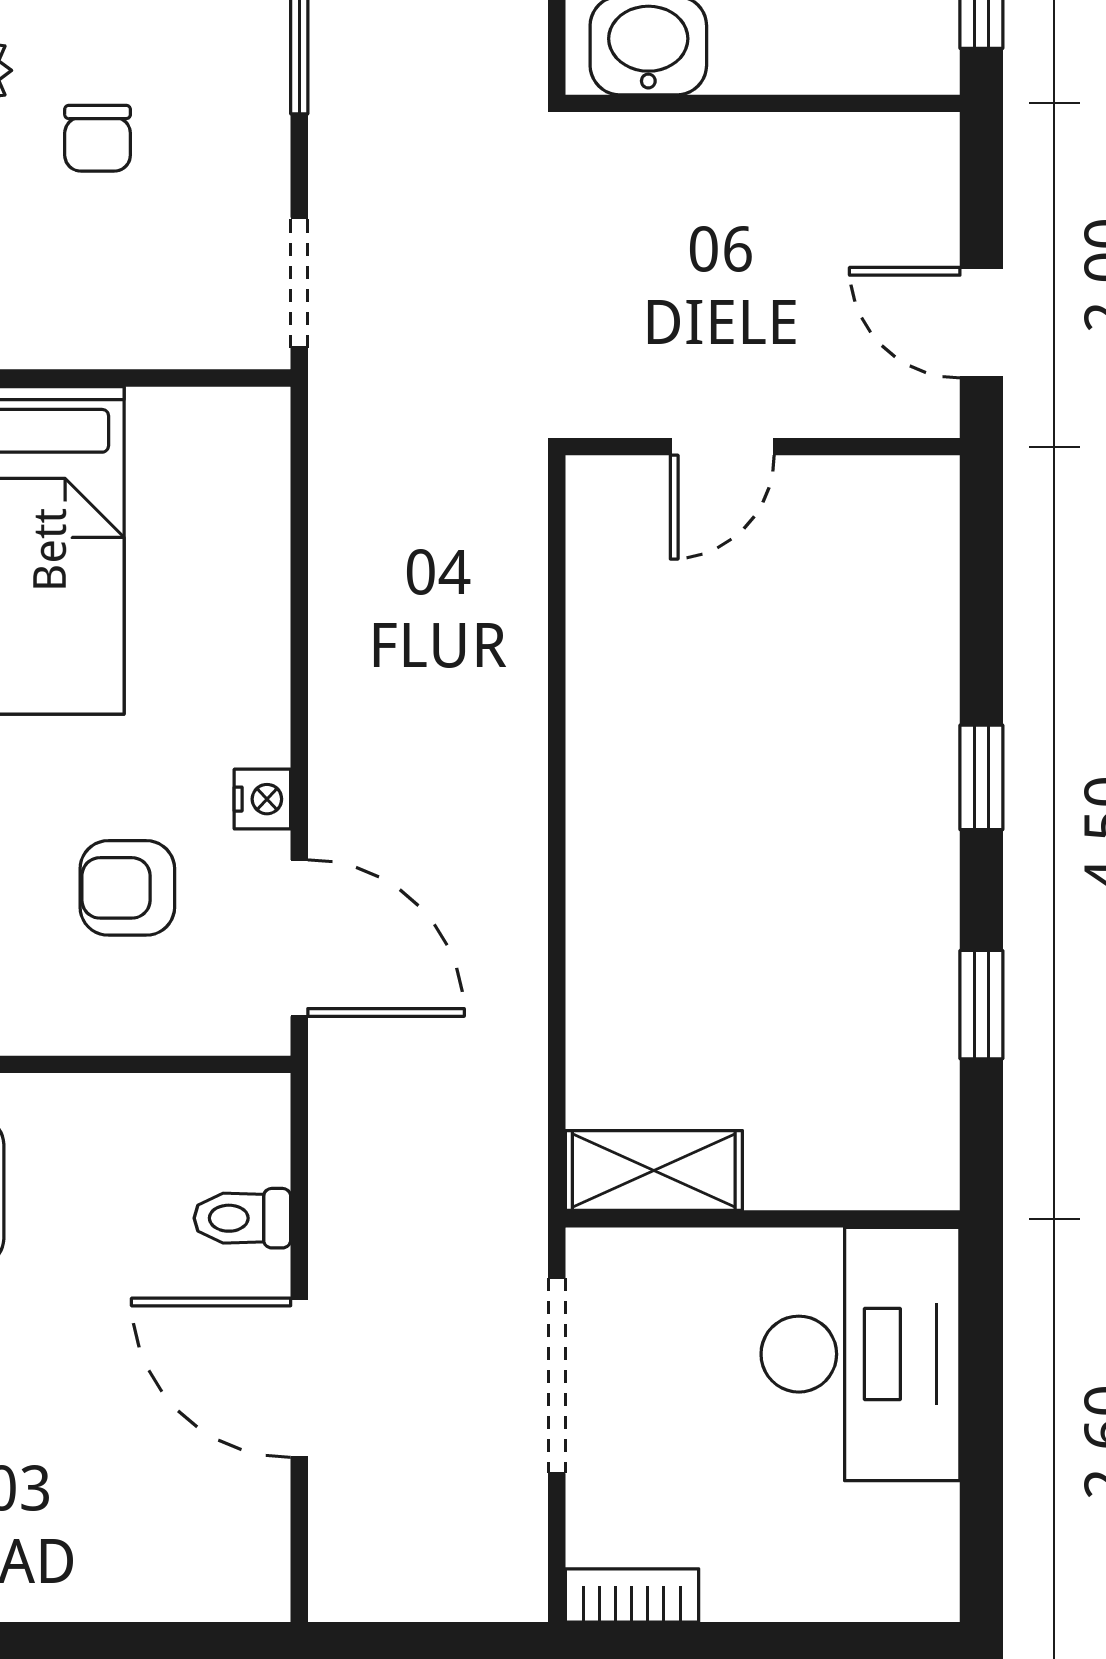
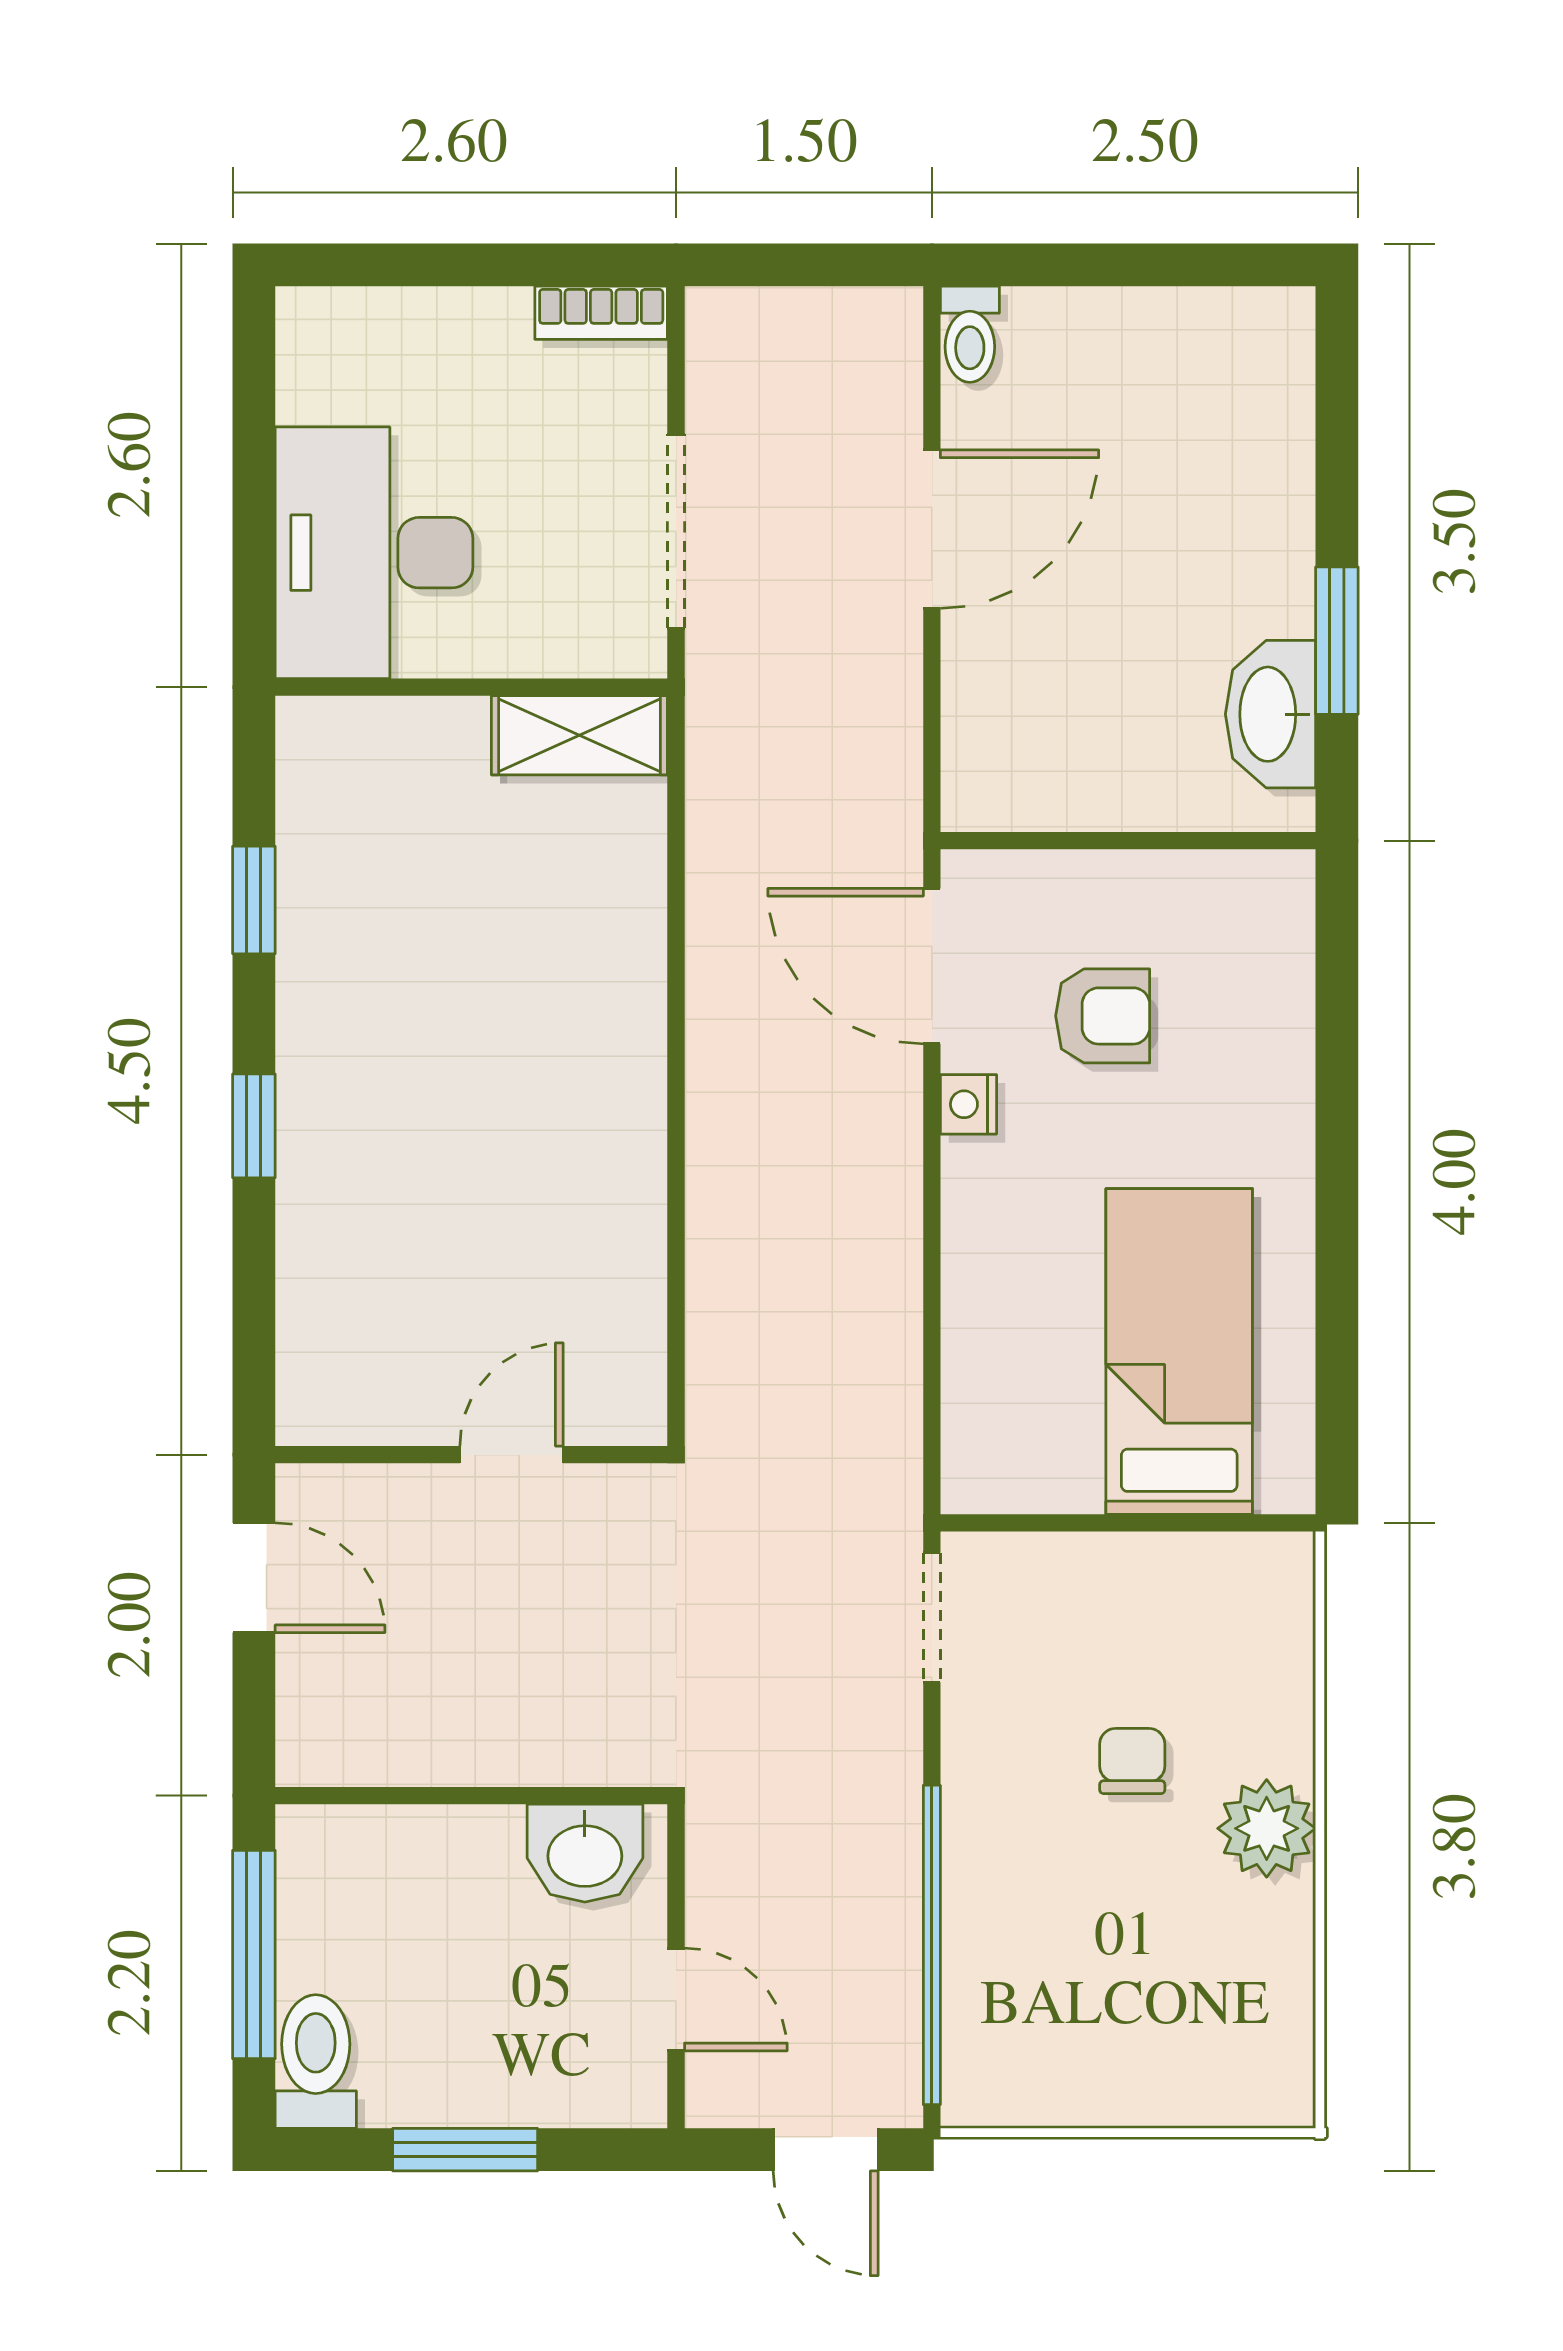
toilet: (242, 1218) -> (970, 334), moved, turned 90
door: (299, 1378) -> (932, 529), hinge flipped

